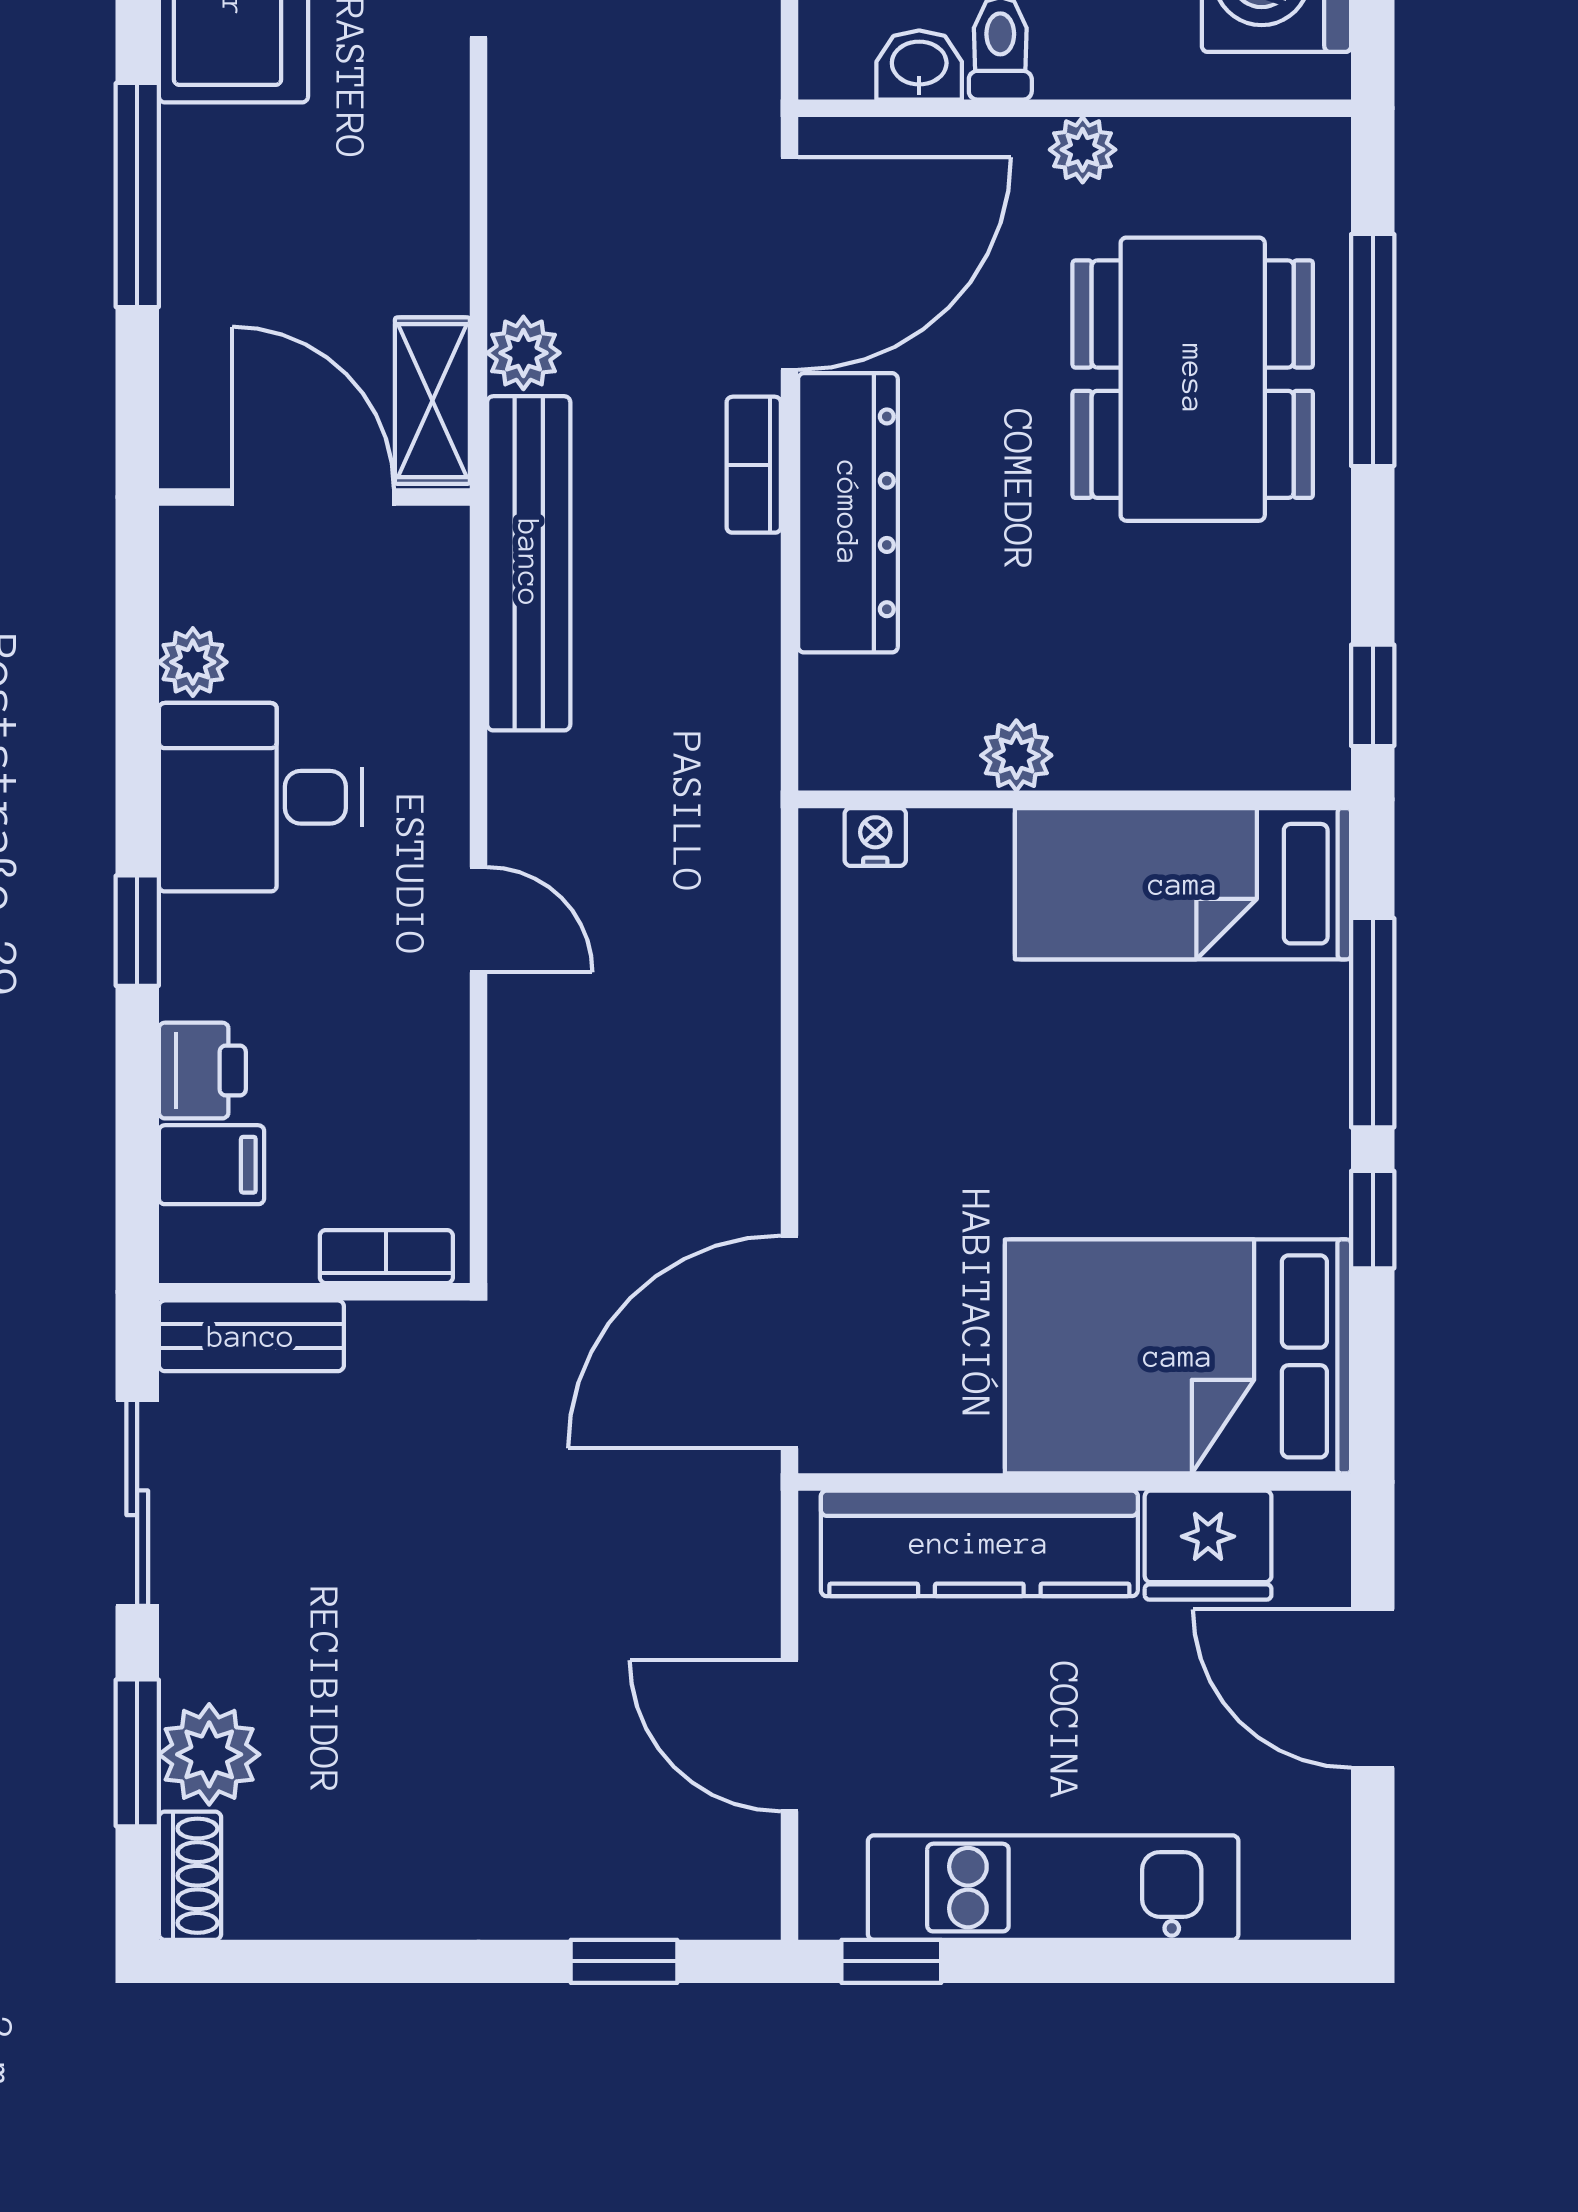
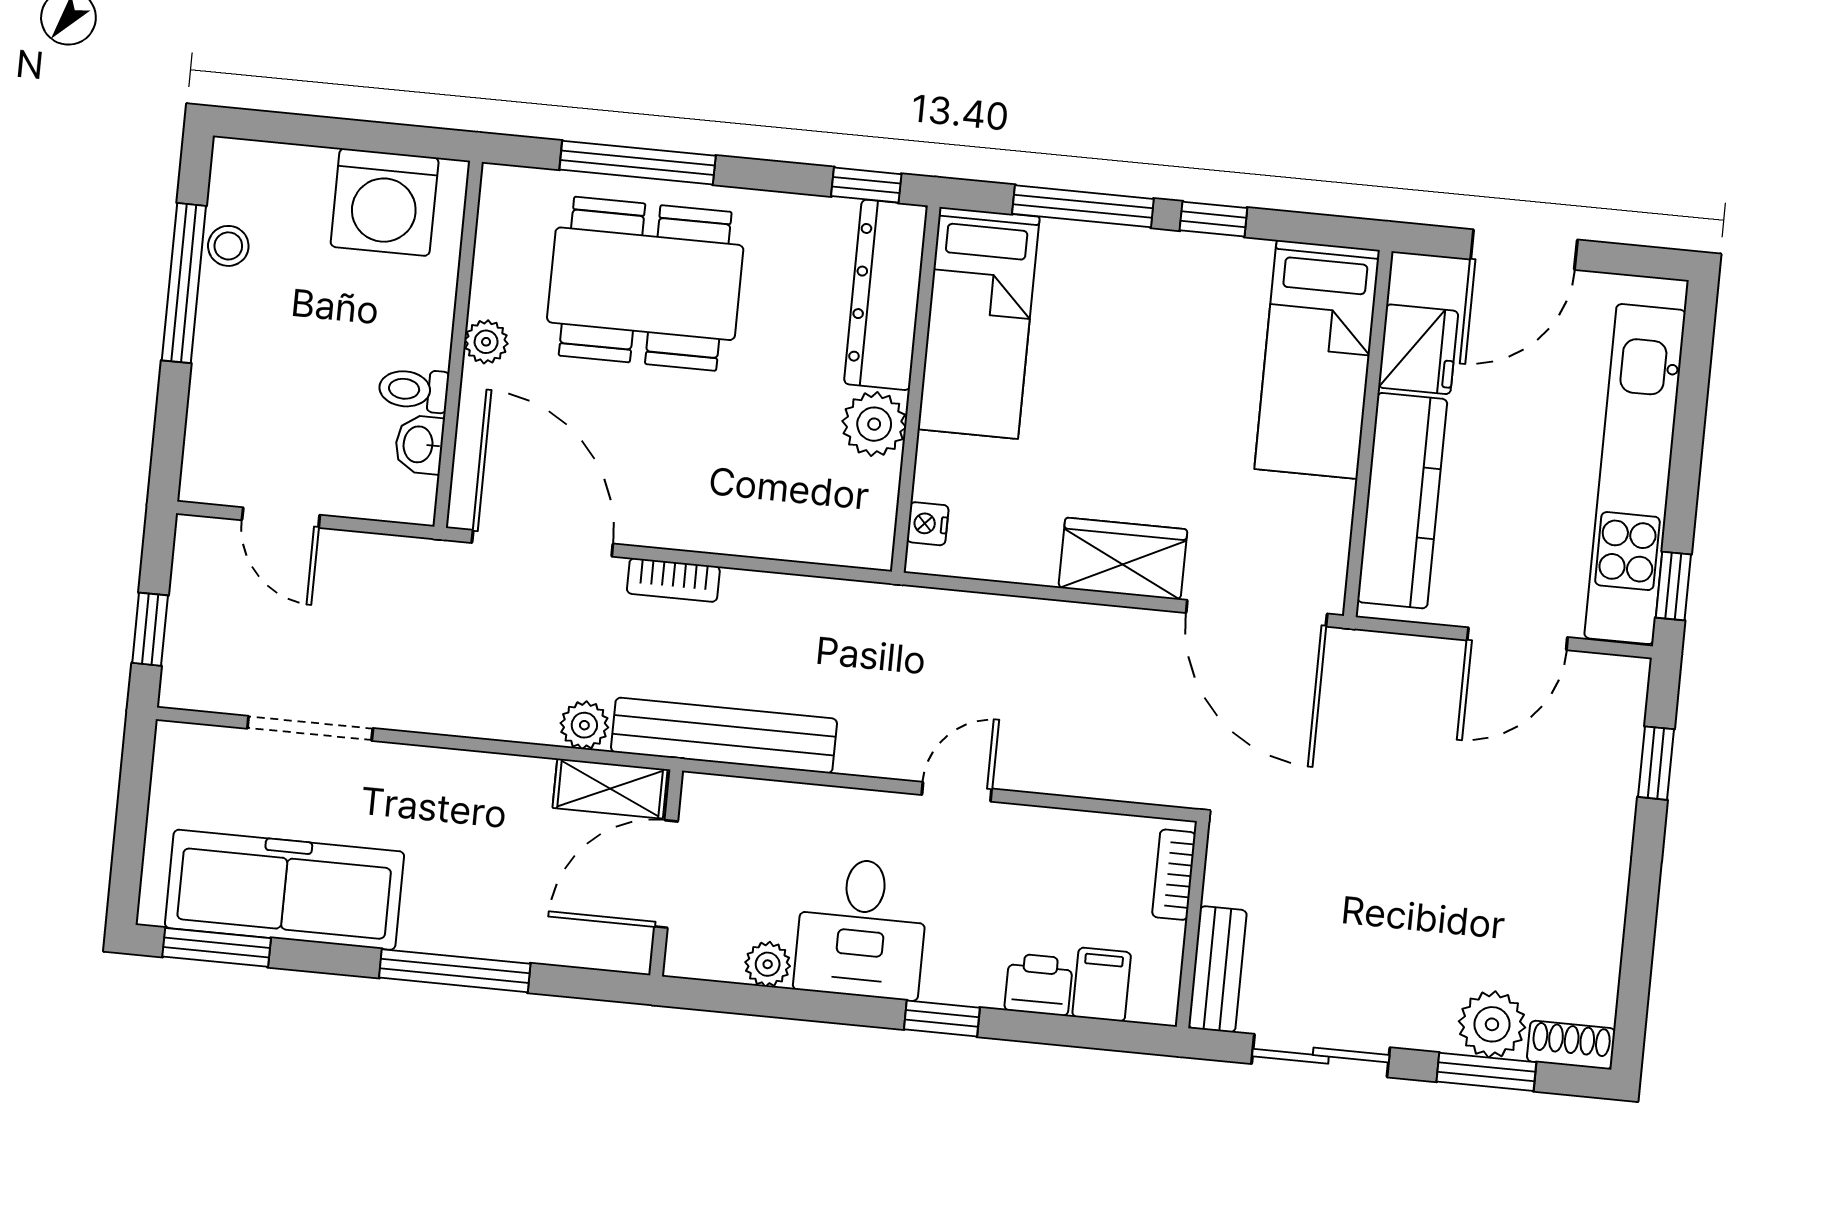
dresser: (848, 513) -> (886, 295), moved, turned -90
plant: (1016, 755) -> (874, 424), width x1.38, depth x1.38
wardrobe: (852, 1134) -> (1123, 559), added
bed: (1178, 1356) -> (1317, 359), width x0.67
kitchen unit: (1053, 1888) -> (1635, 474), width x1.36

